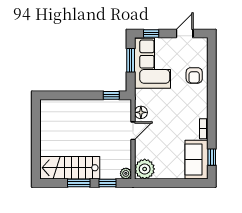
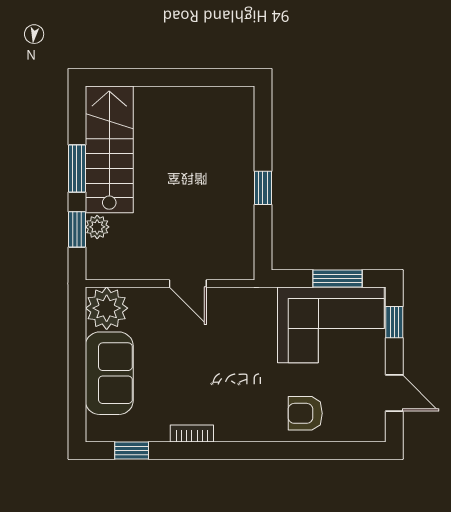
window: (111, 95) -> (263, 188), moved
floor lamp: (141, 112) -> (227, 300), removed
sofa: (196, 160) -> (109, 373), moved, turned 90
plant: (126, 173) -> (97, 227), moved

